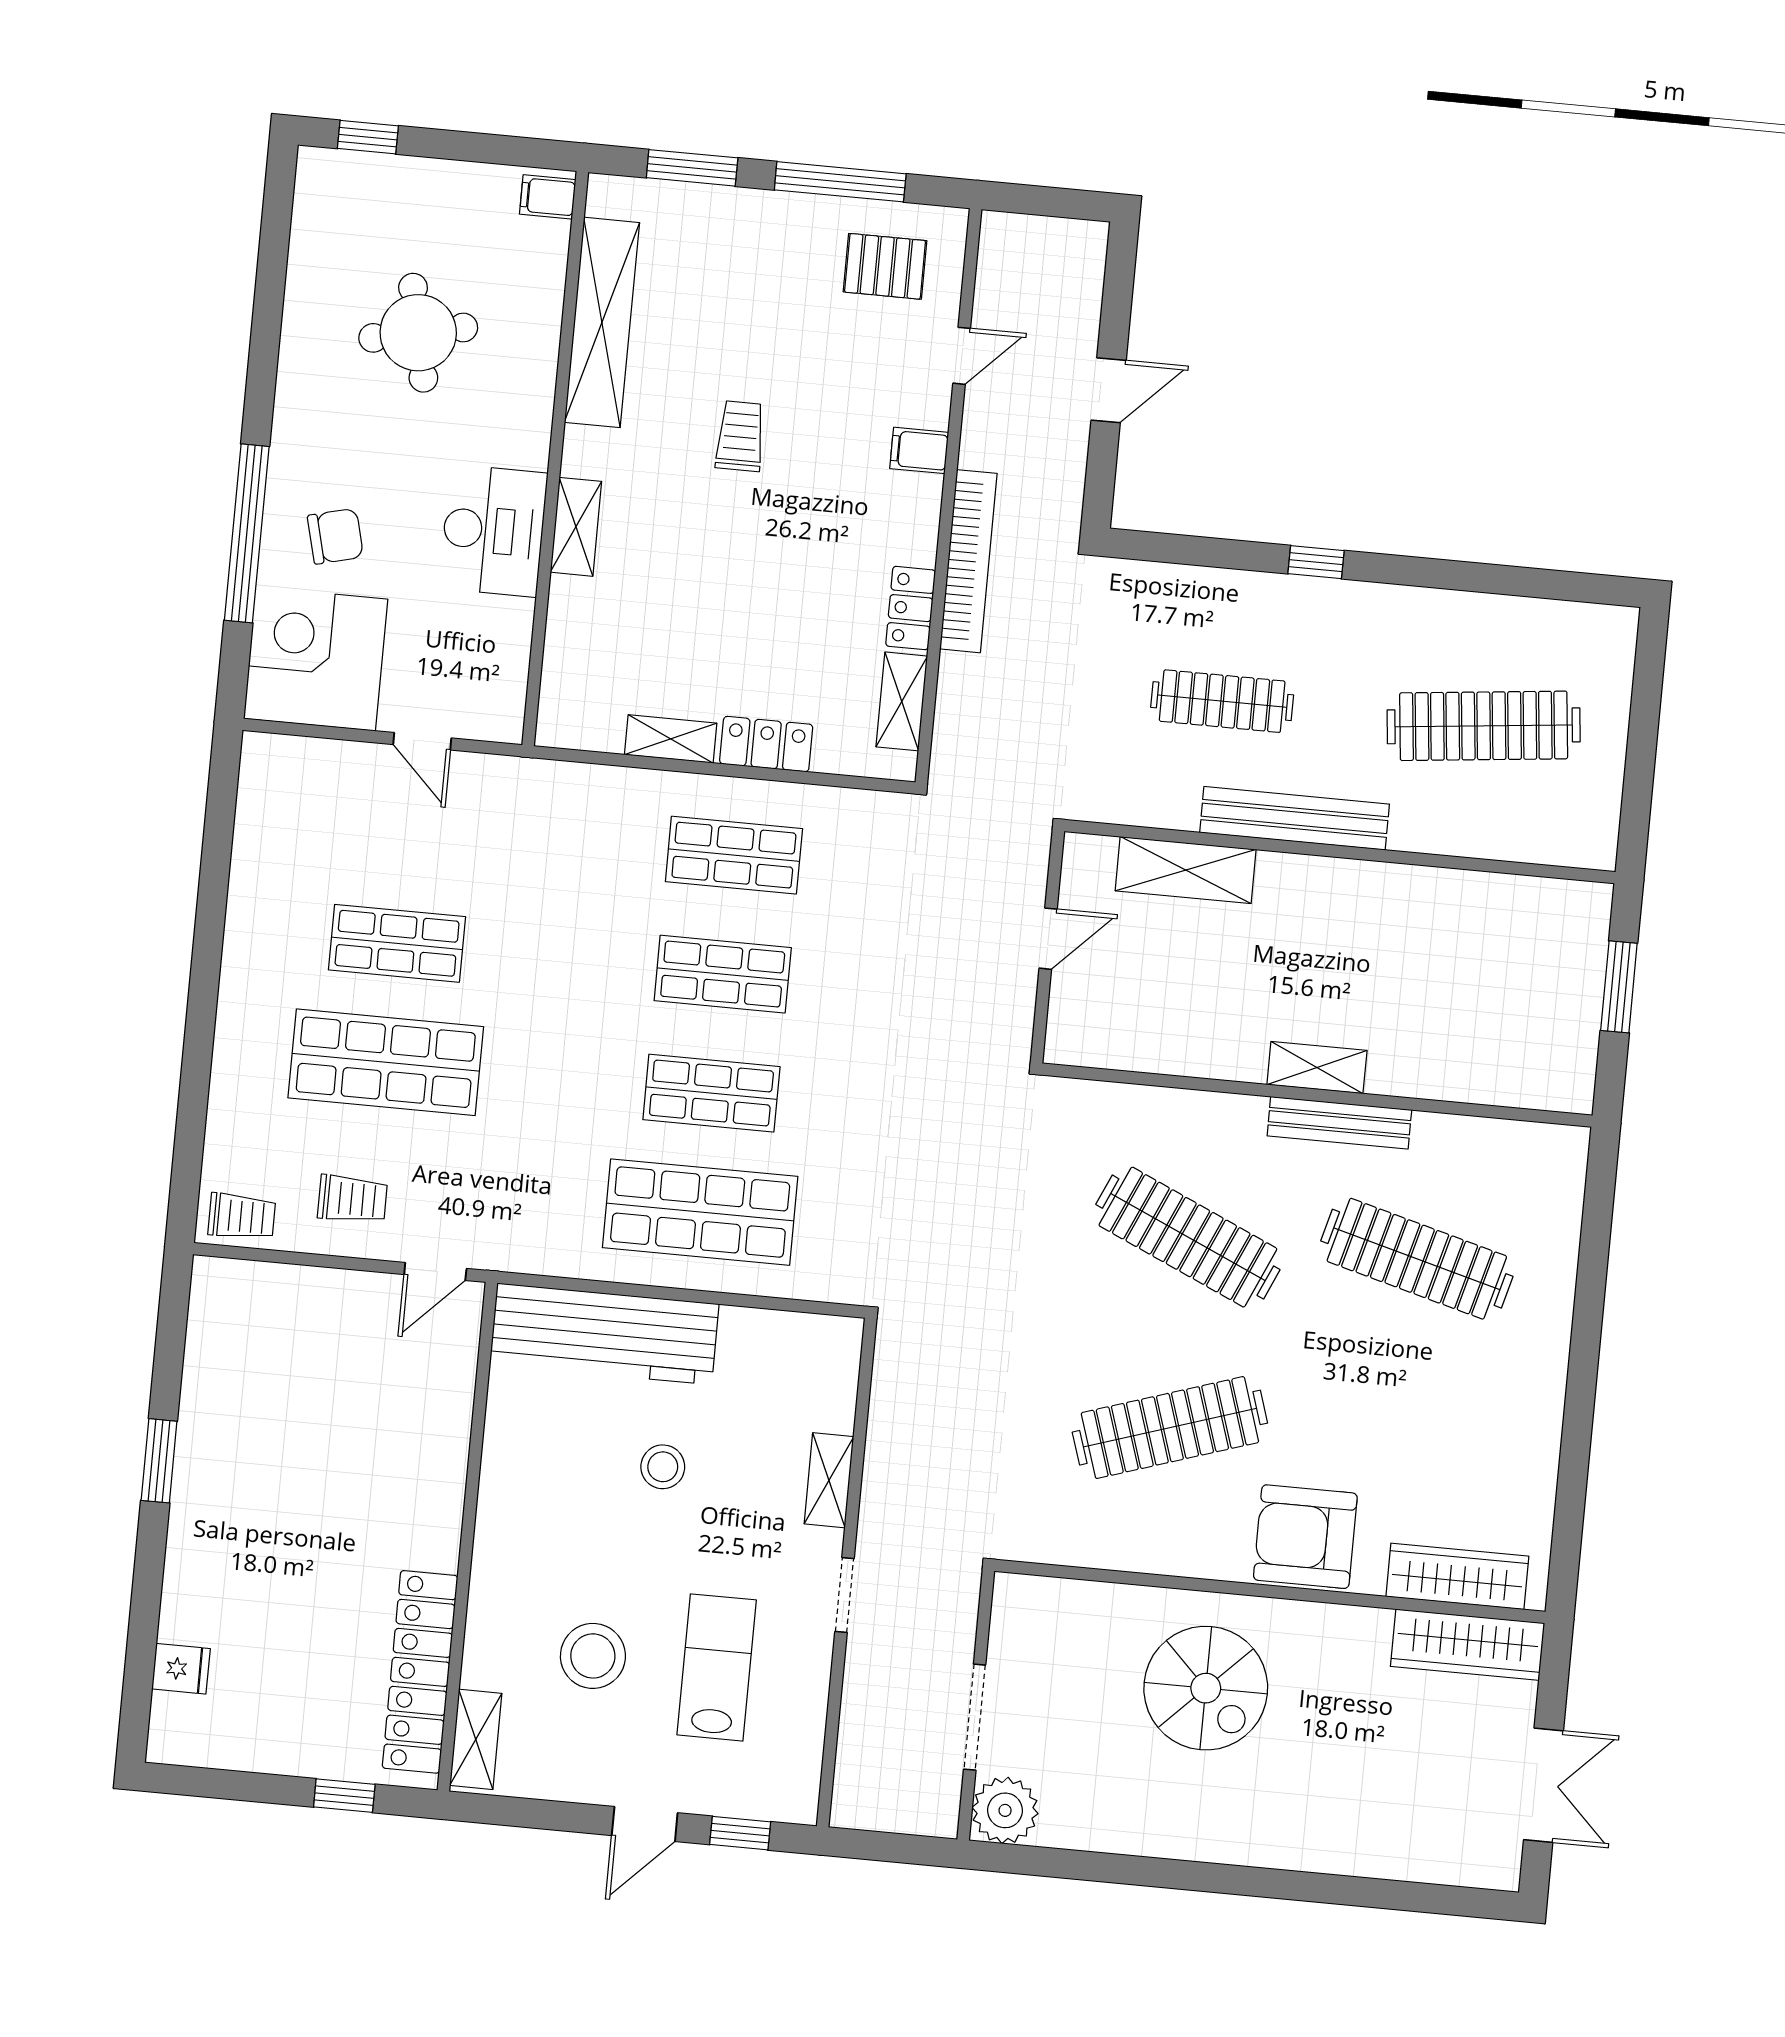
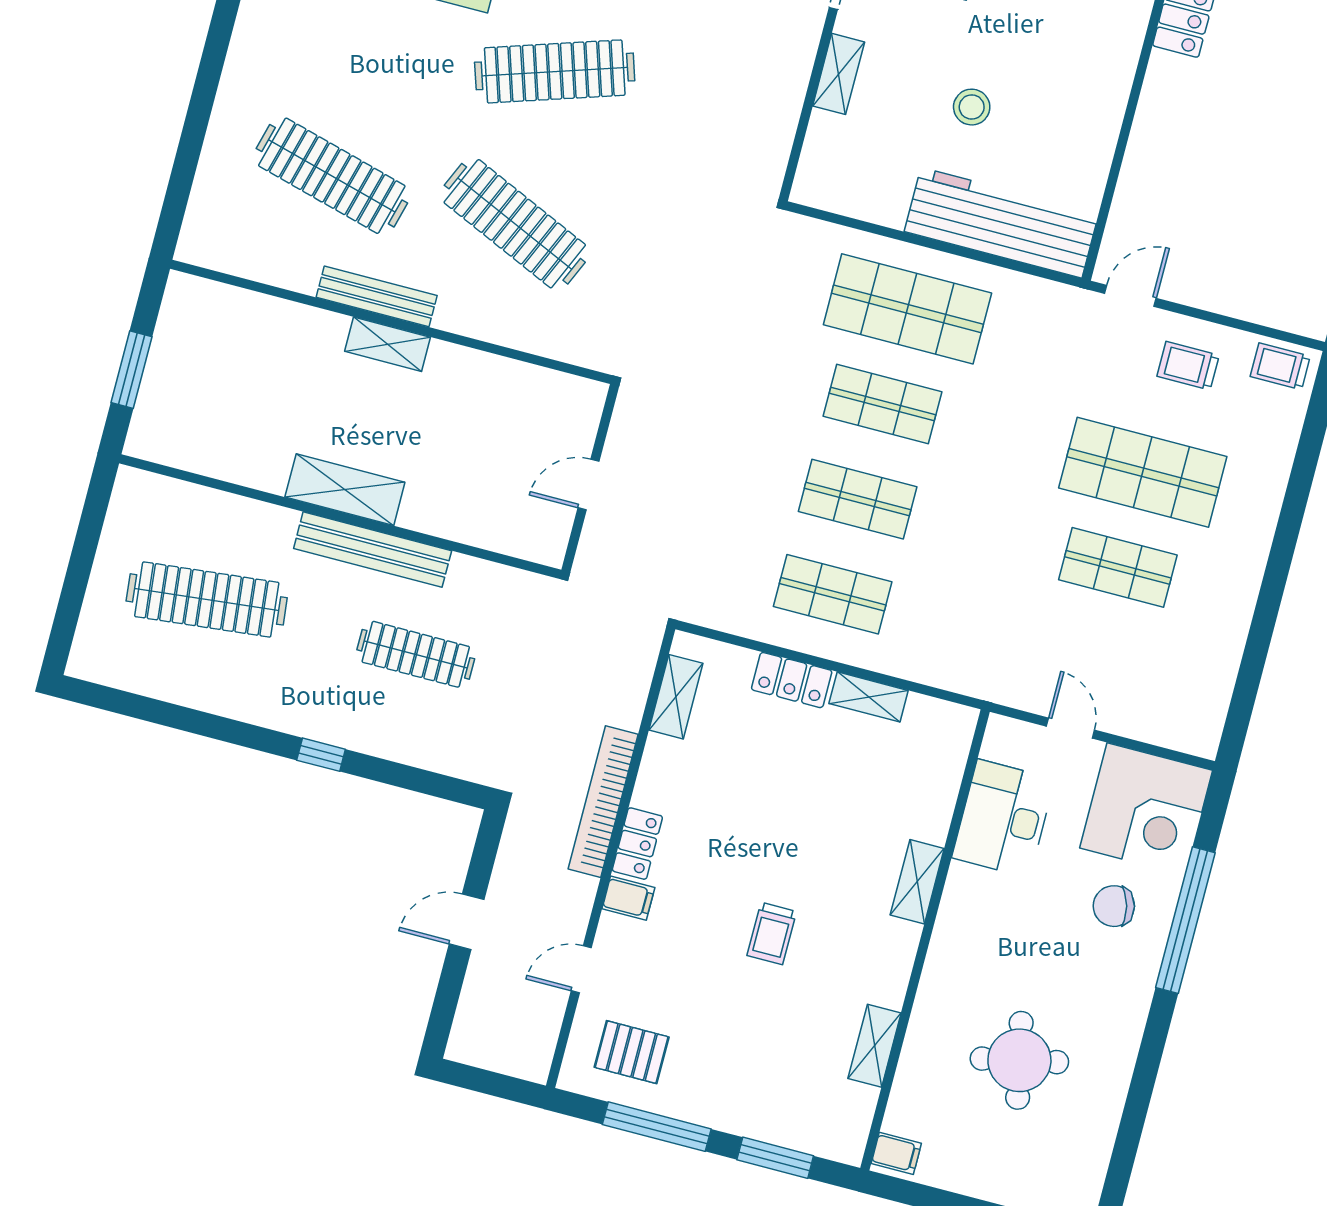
shelving: (602, 322) -> (875, 1046), width x0.45, depth x0.75
desk: (493, 531) -> (1003, 818), moved
locker: (911, 608) -> (637, 844), moved
shelving: (1186, 870) -> (345, 490), moved

